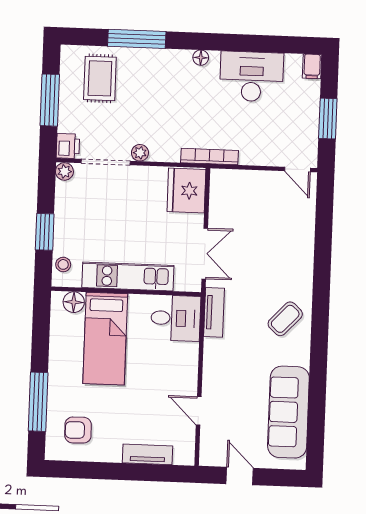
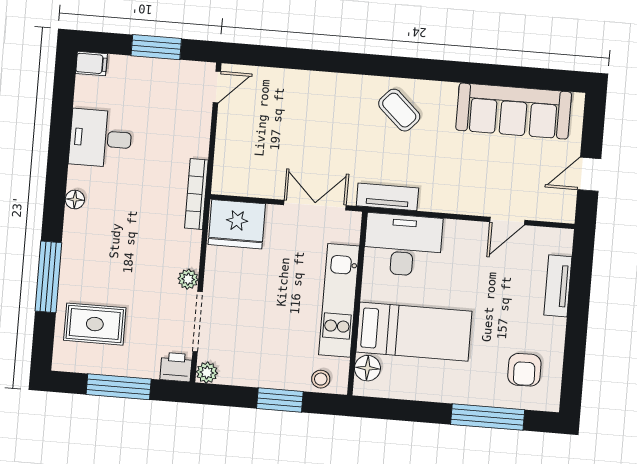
desk: (251, 77) -> (101, 138), width x0.73
desk: (176, 318) -> (403, 245), width x1.37

